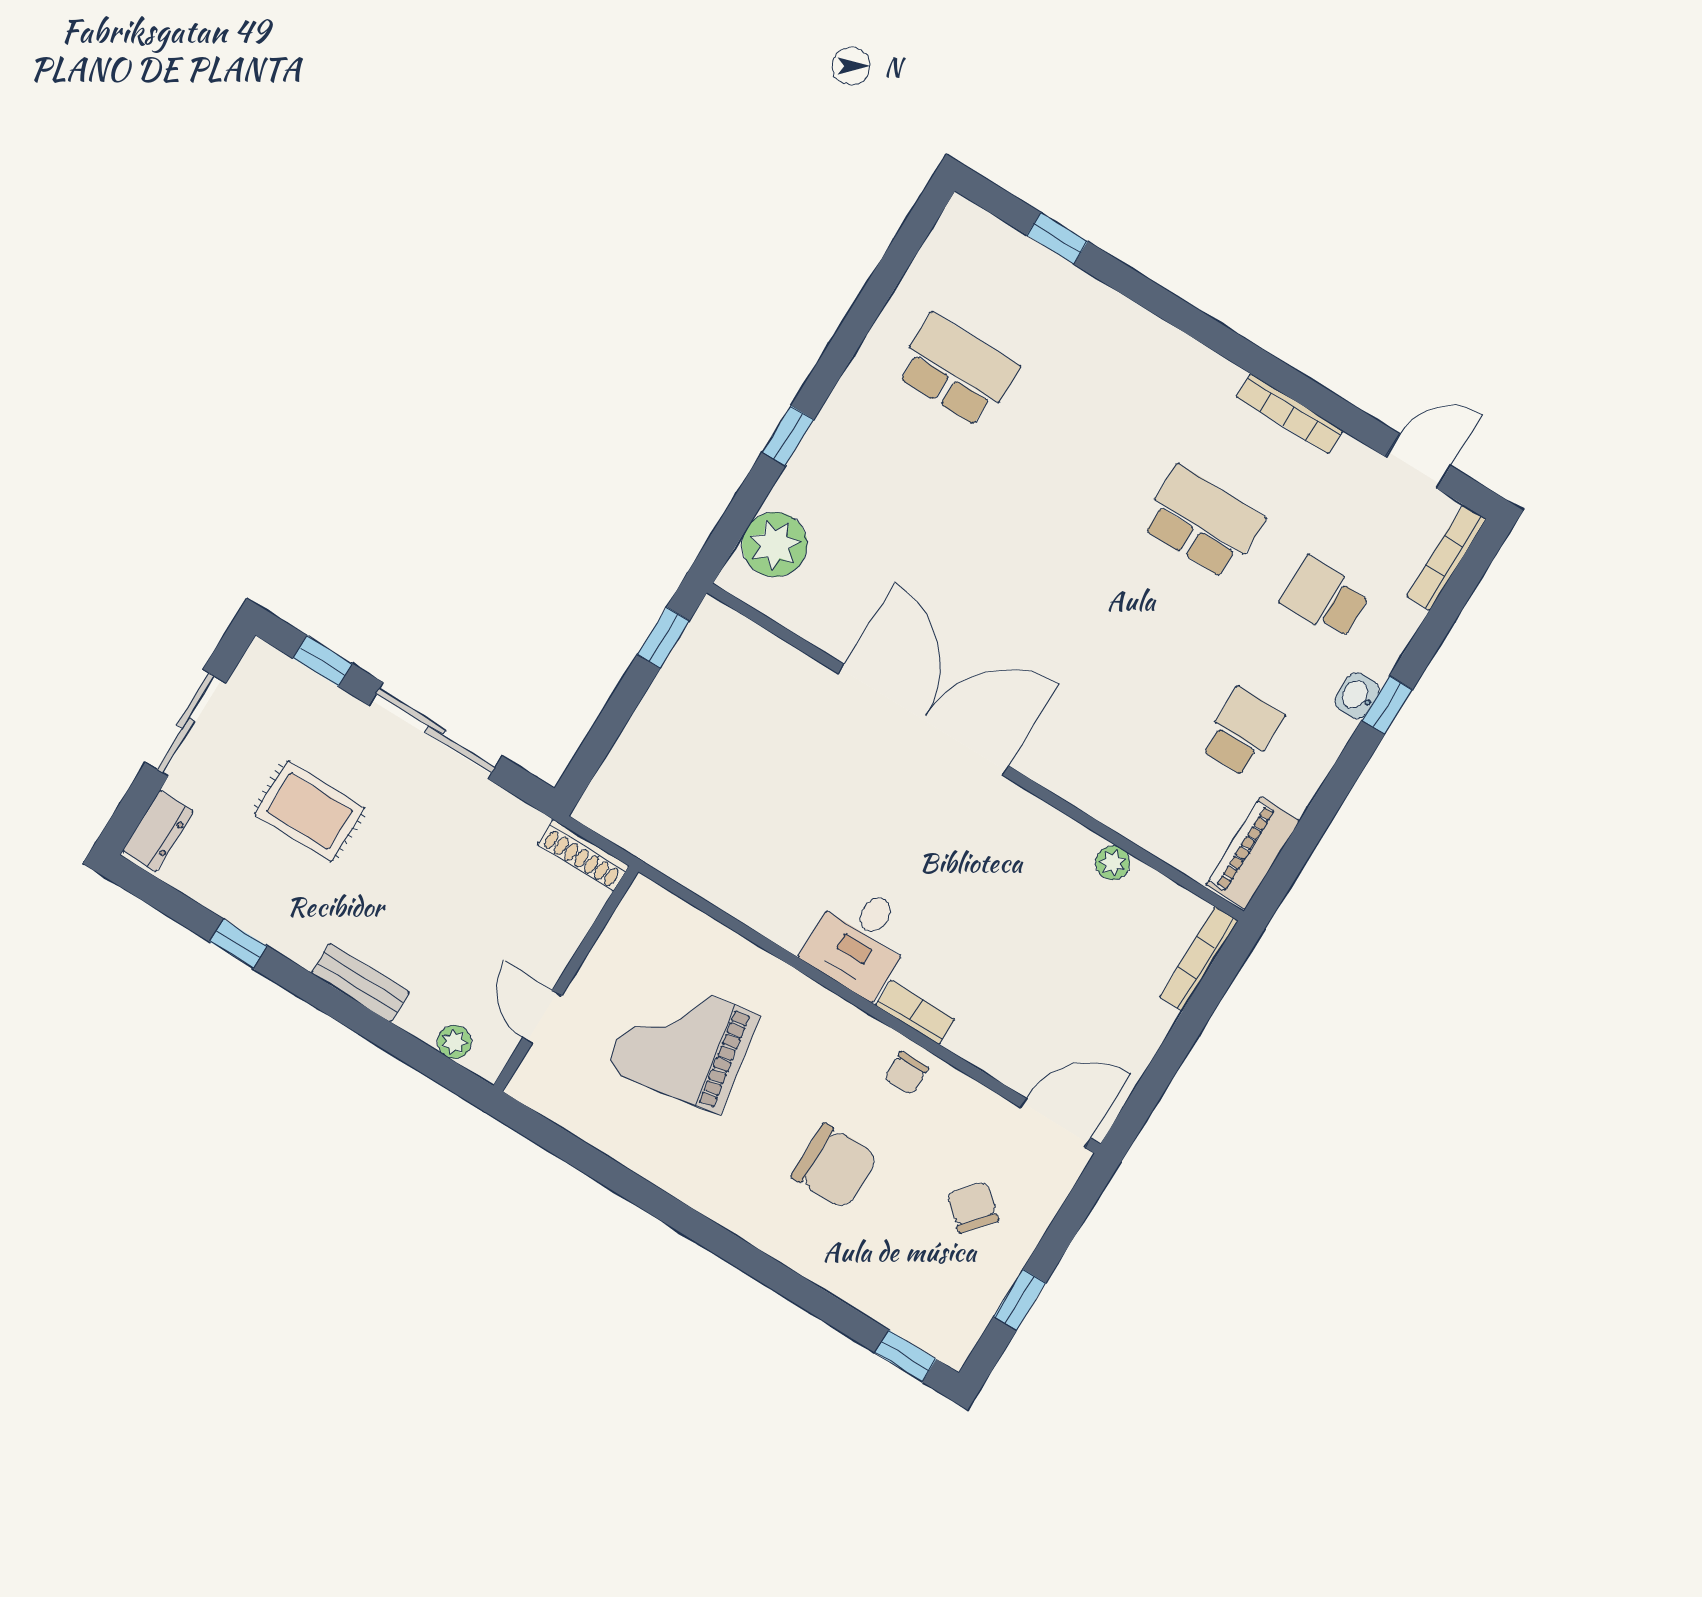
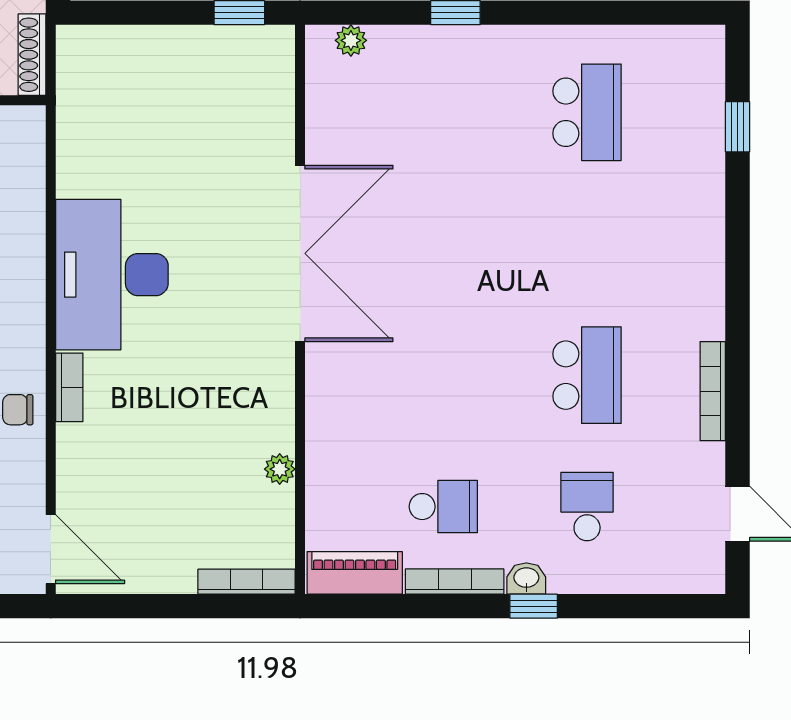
plant: (775, 545) -> (351, 40), width x0.53, depth x0.53
bookcase: (1446, 558) -> (455, 582), moved
desk: (860, 940) -> (112, 275), width x1.87, depth x1.30

